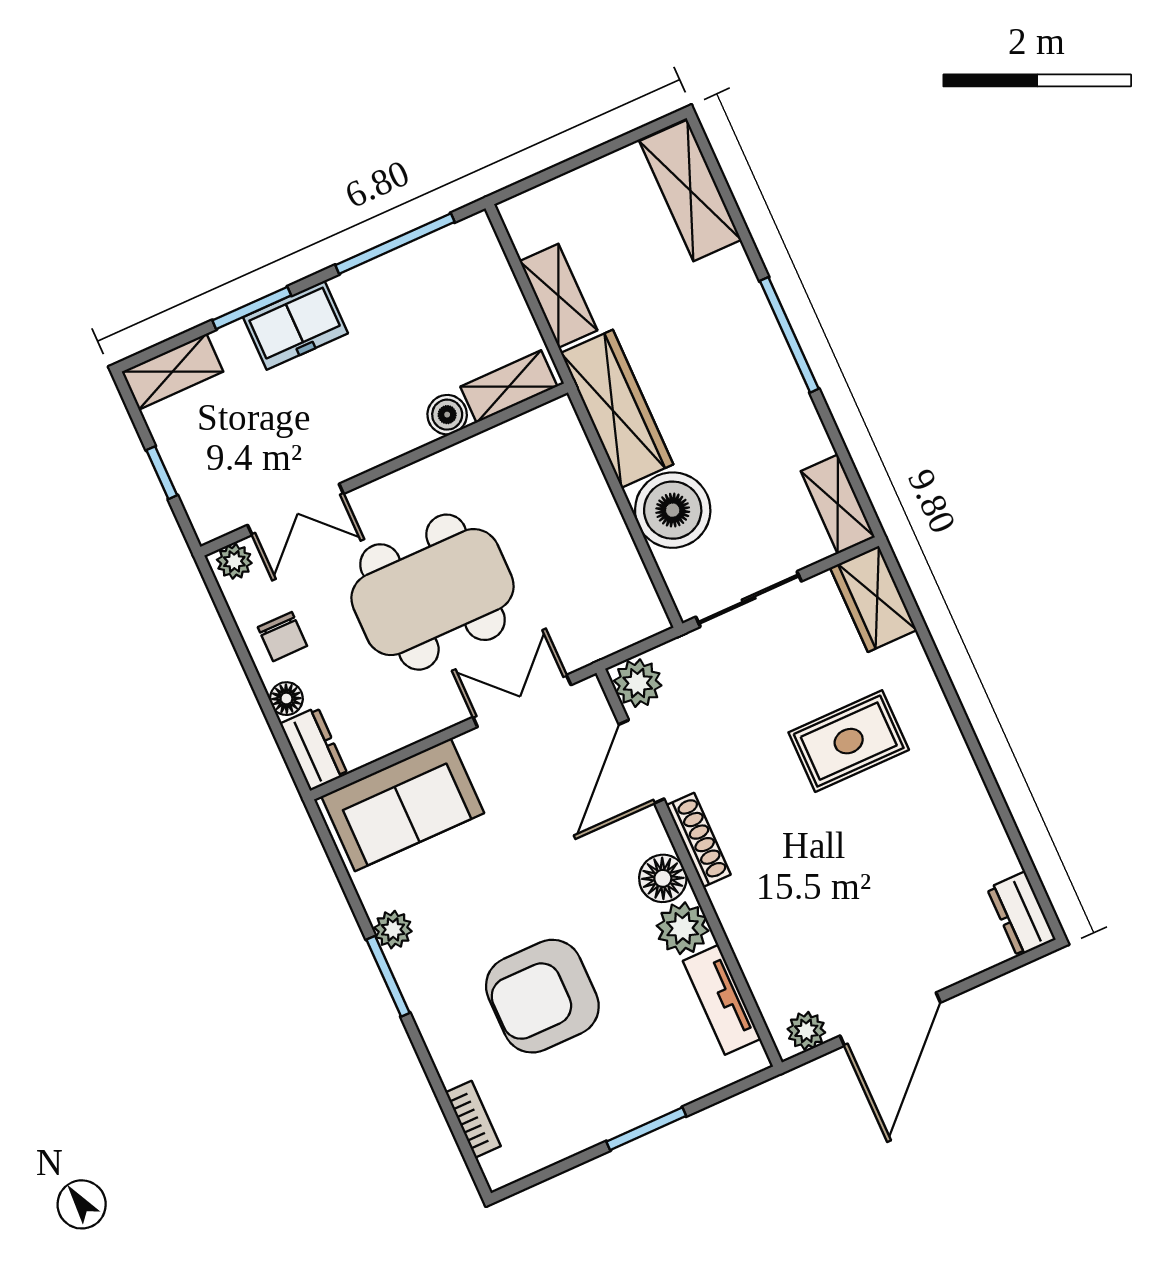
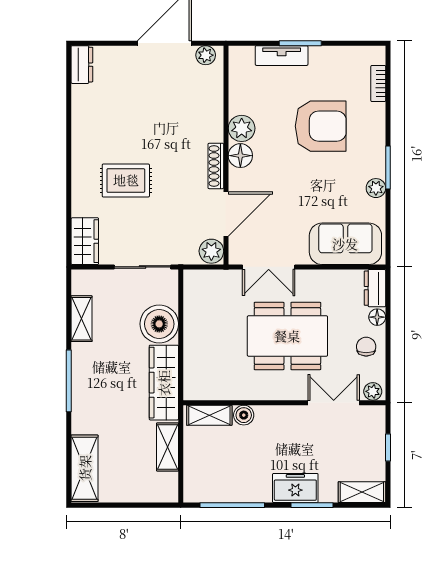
shelving: (838, 504) -> (82, 319), moved
tv unit: (722, 1000) -> (282, 56), moved, turned 90

